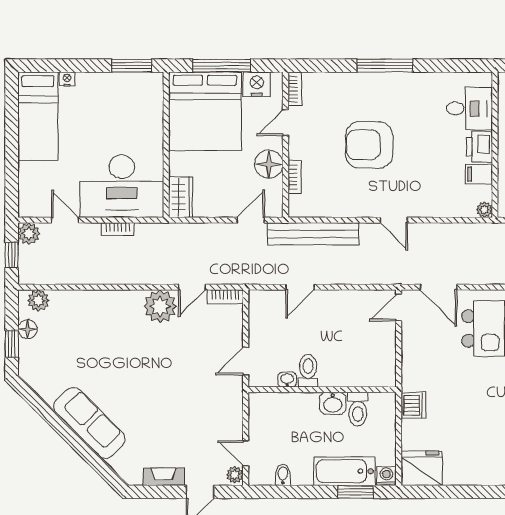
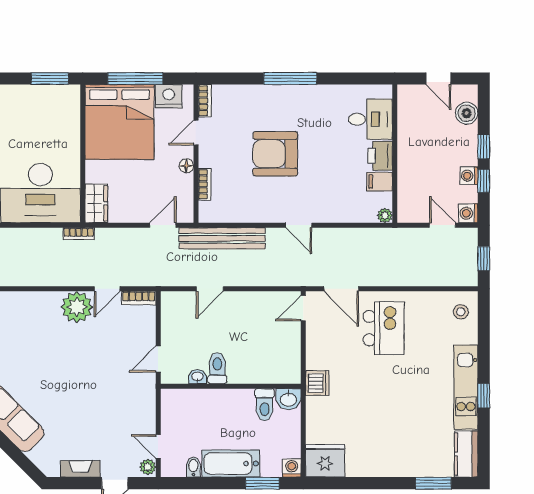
floor lamp: (269, 164) -> (186, 166), width x0.53, depth x0.53
bookcase: (118, 229) -> (79, 234), moved
washbasin: (333, 403) -> (288, 399), moved
dishwasher: (413, 405) -> (317, 383), moved
bathtub: (345, 471) -> (231, 464), moved

